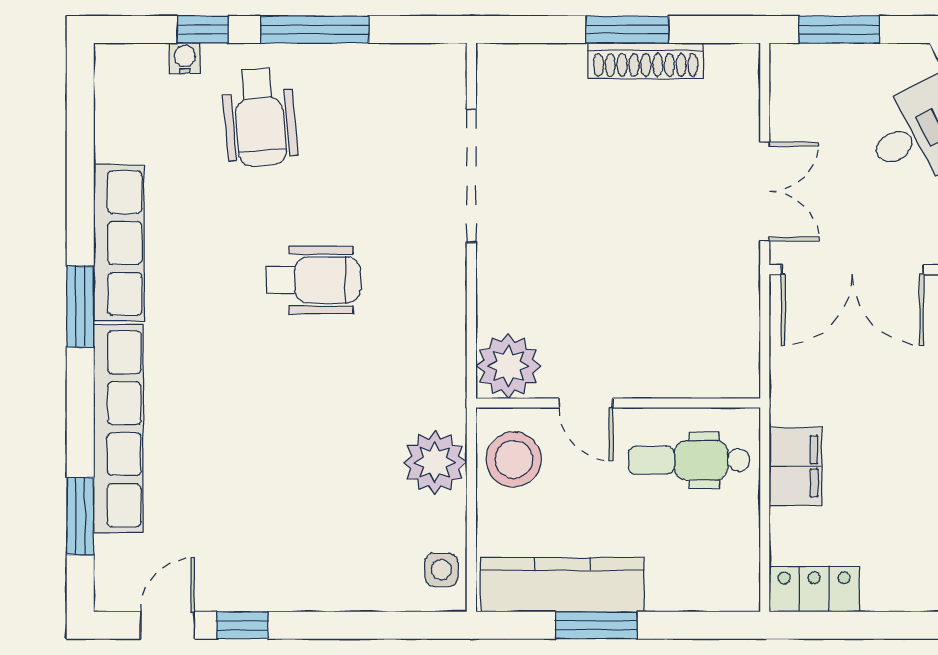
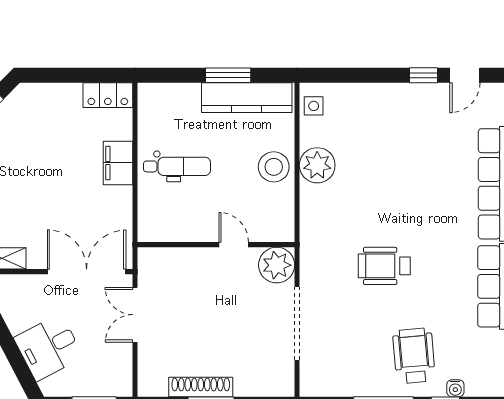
plant: (508, 366) -> (277, 265), moved
door: (586, 403) -> (234, 245), moved
wall: (618, 403) -> (216, 245), moved

